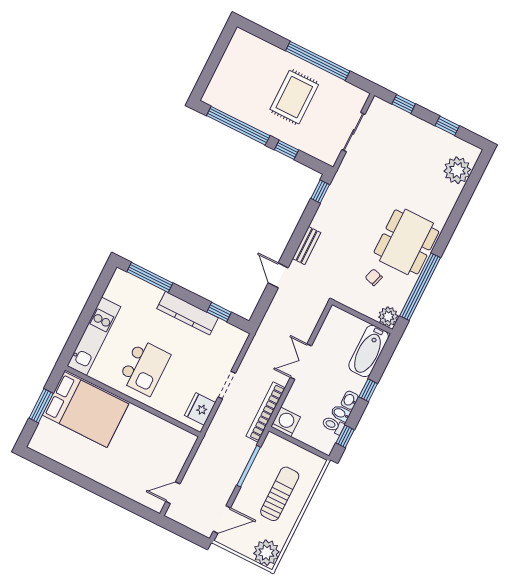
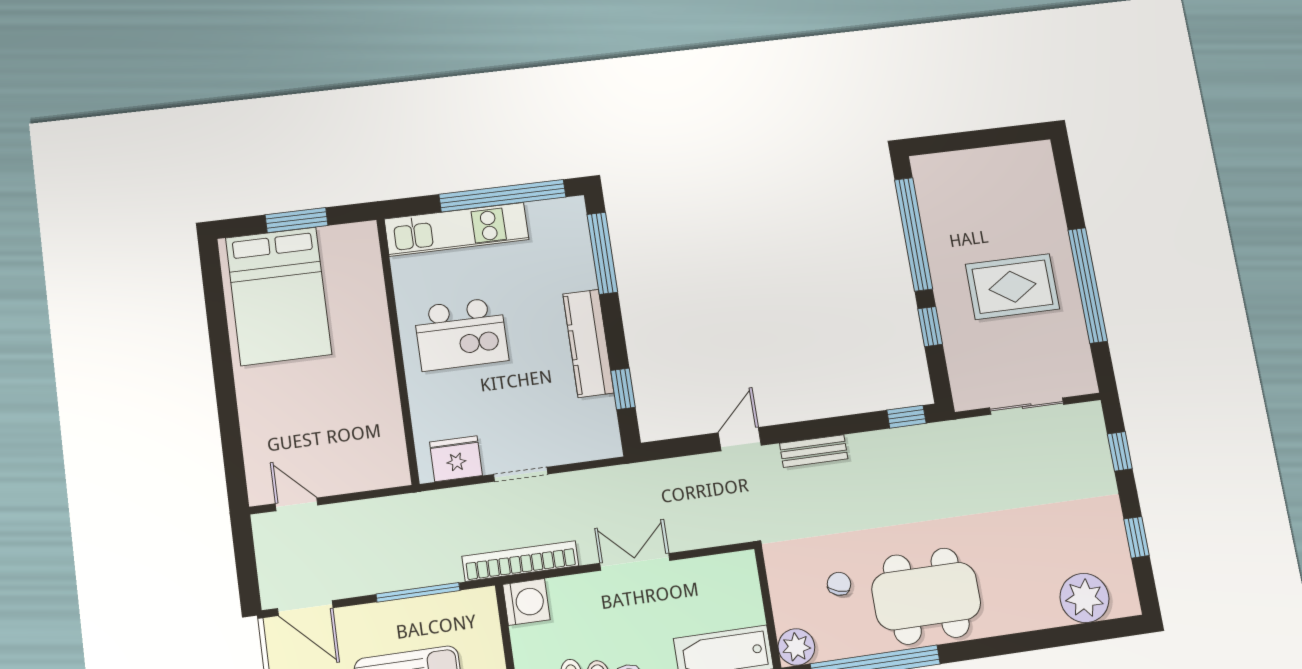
window: (92, 304) -> (502, 196), added
bed: (86, 410) -> (279, 296), moved

